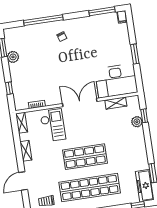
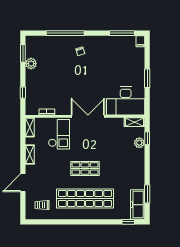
shelving: (116, 103) -> (135, 122), moved
shop shelf: (85, 157) -> (85, 169), width x0.70, depth x0.74

